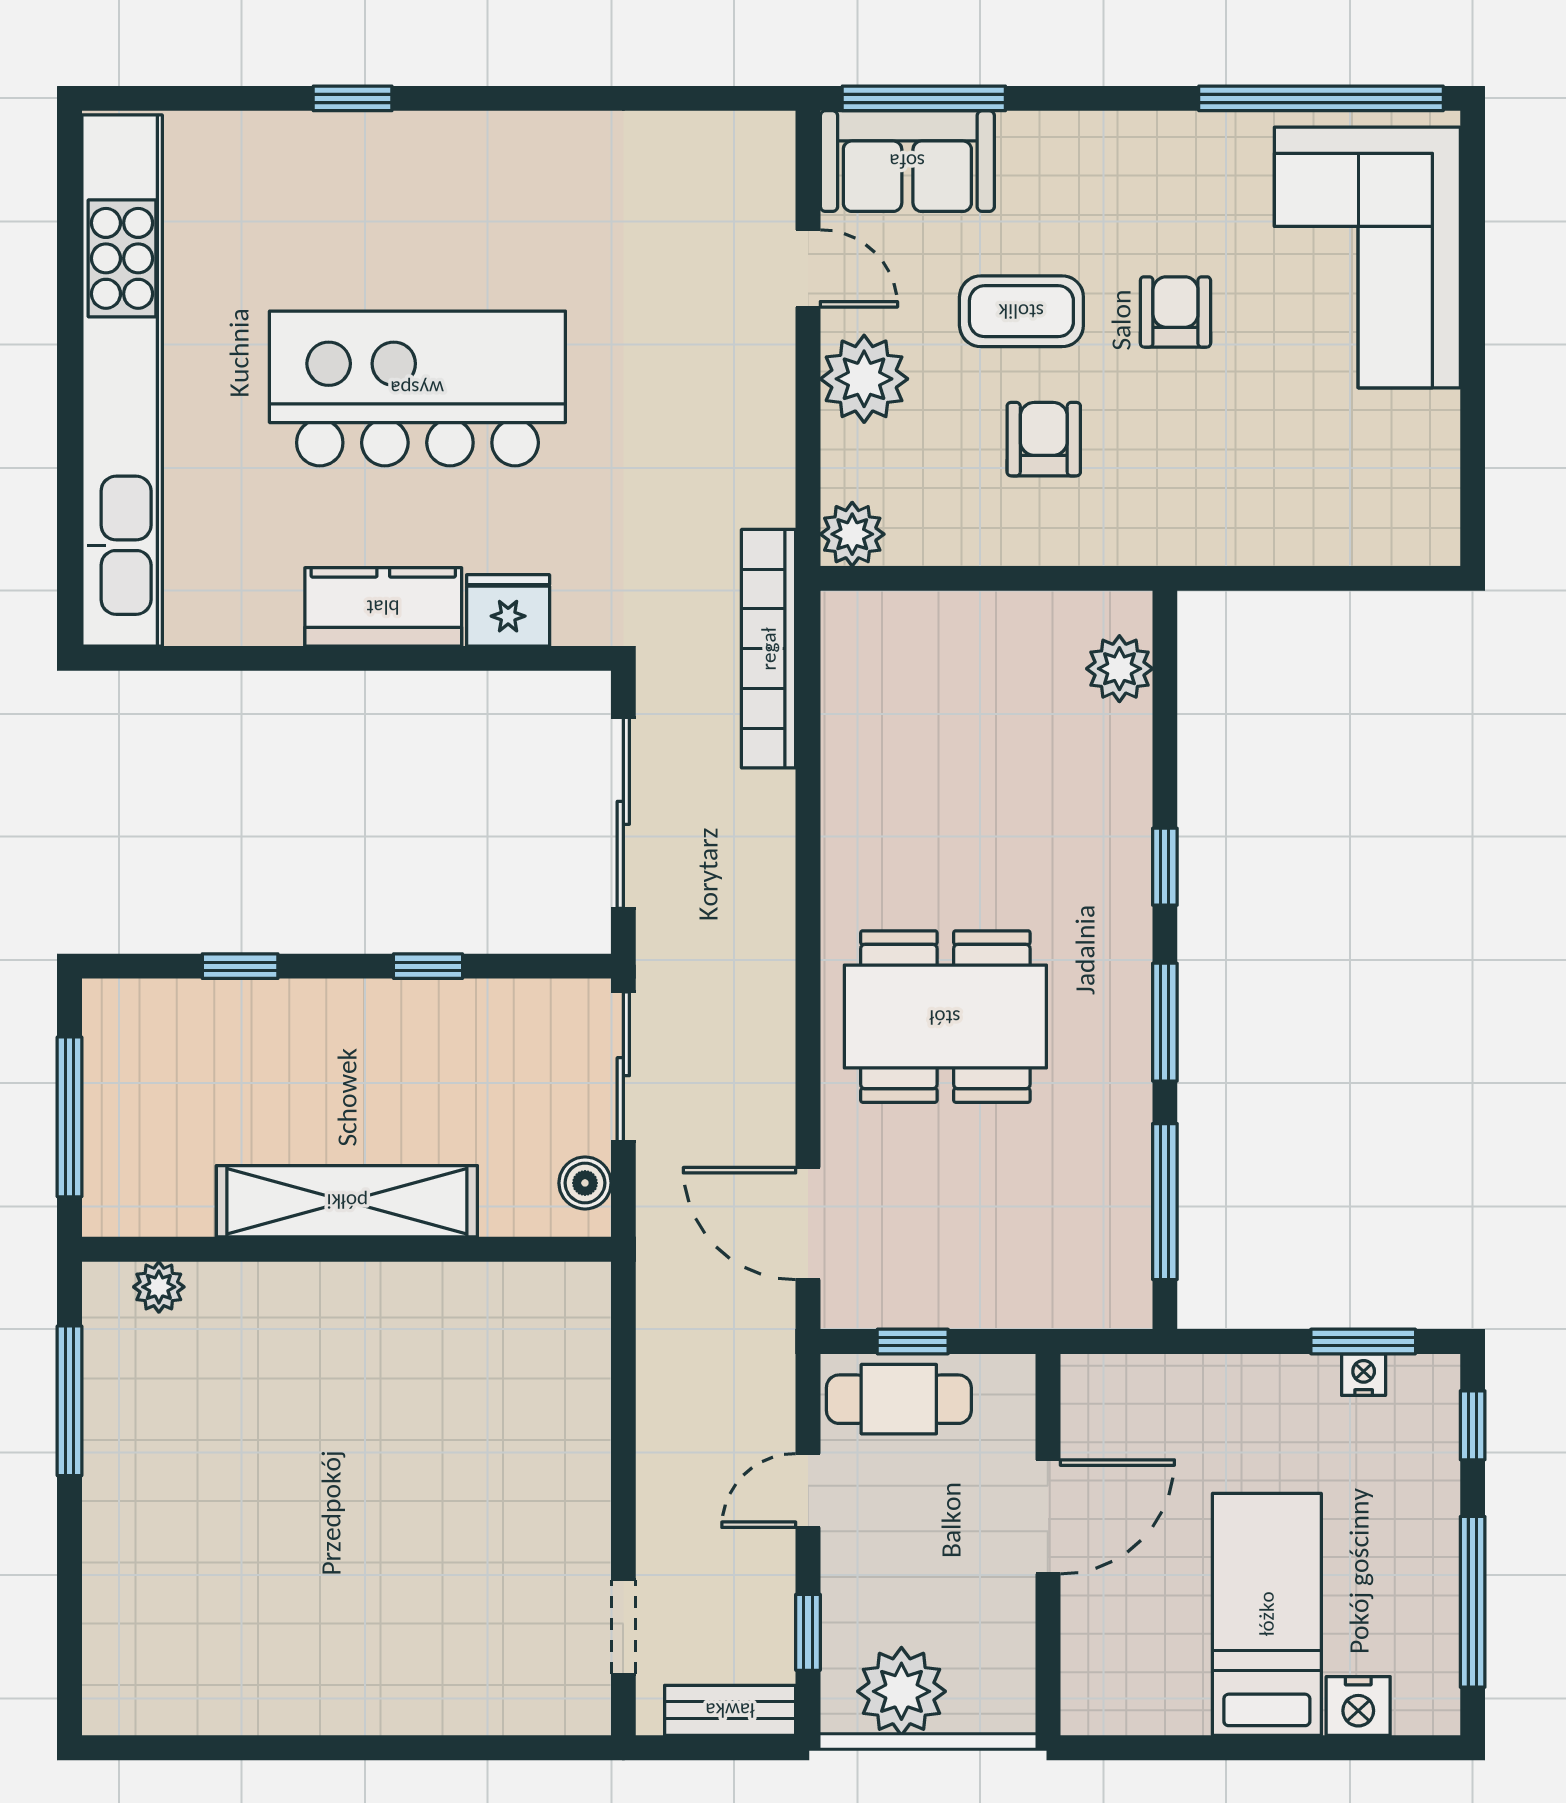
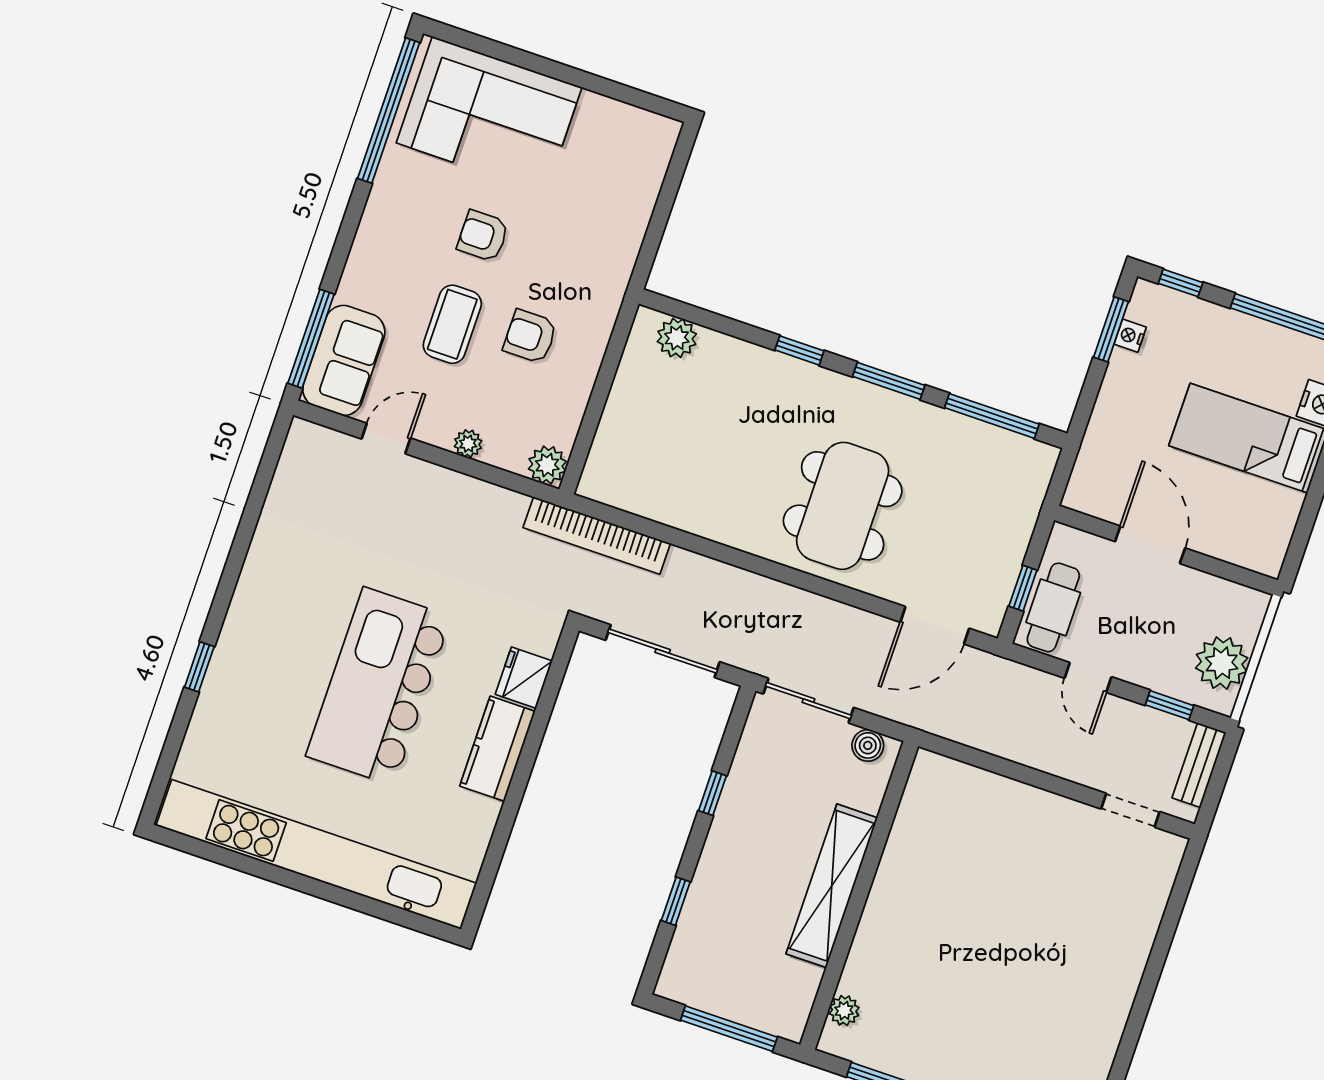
plant: (864, 379) -> (468, 444), width x0.53, depth x0.53

